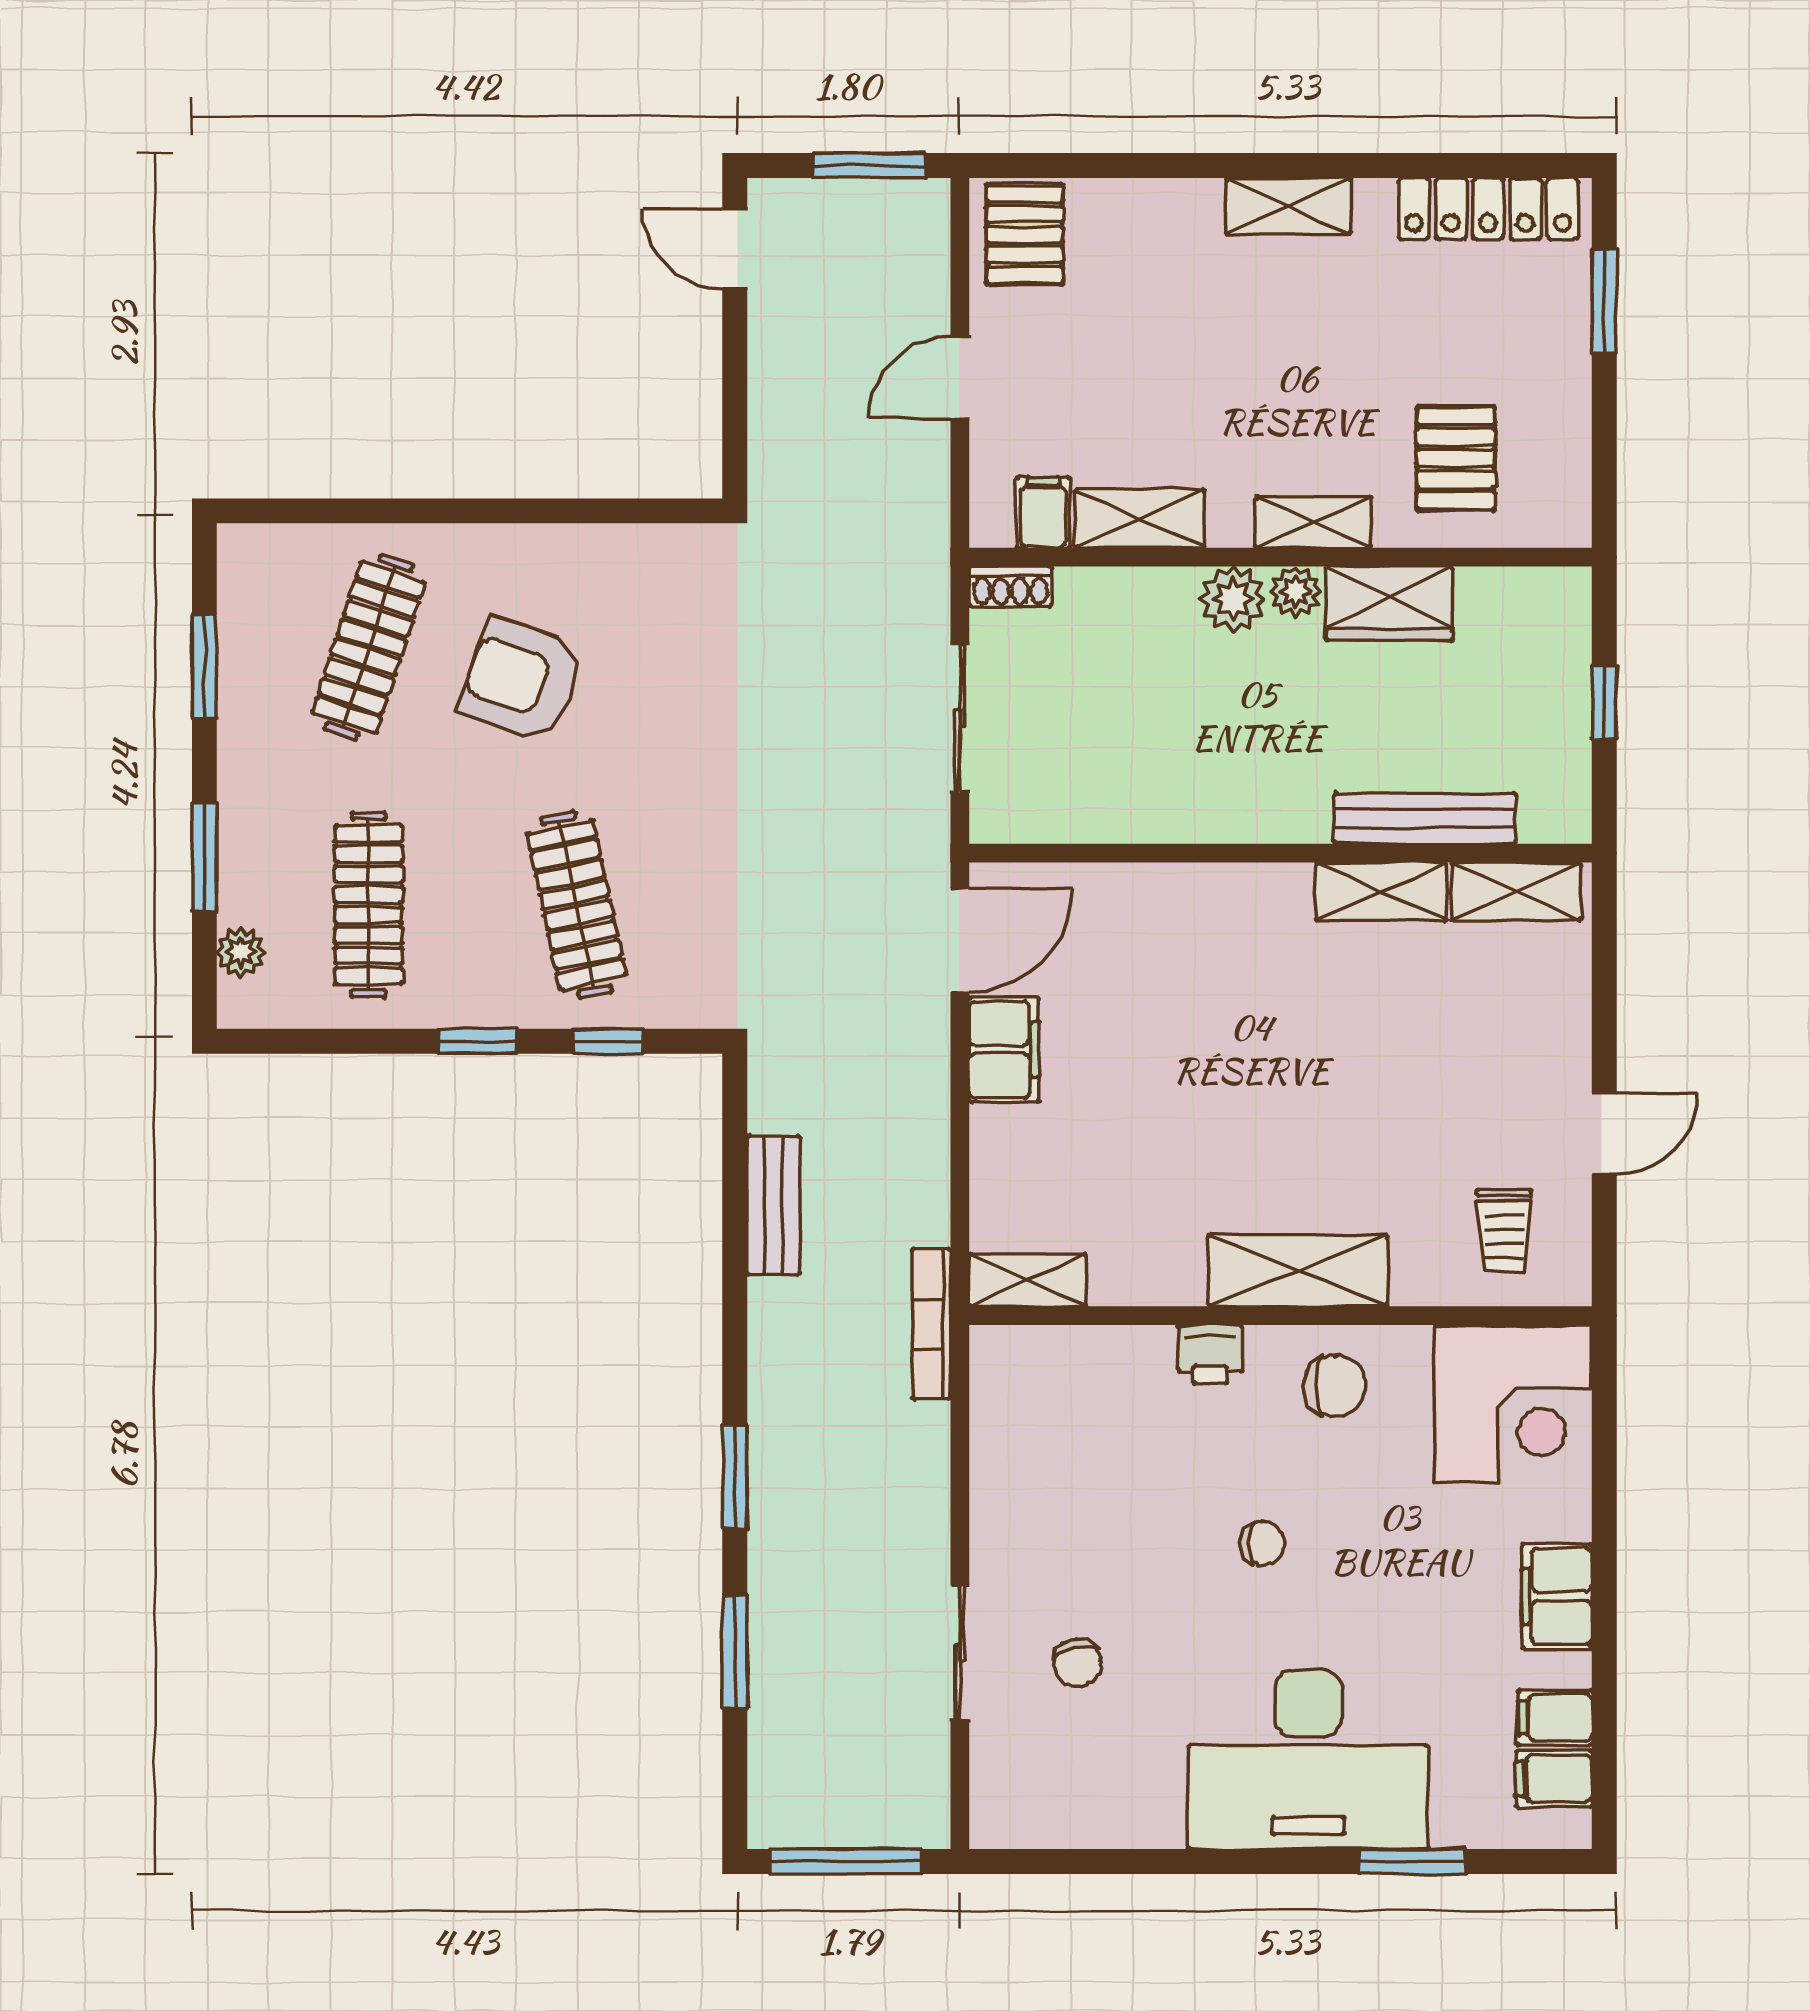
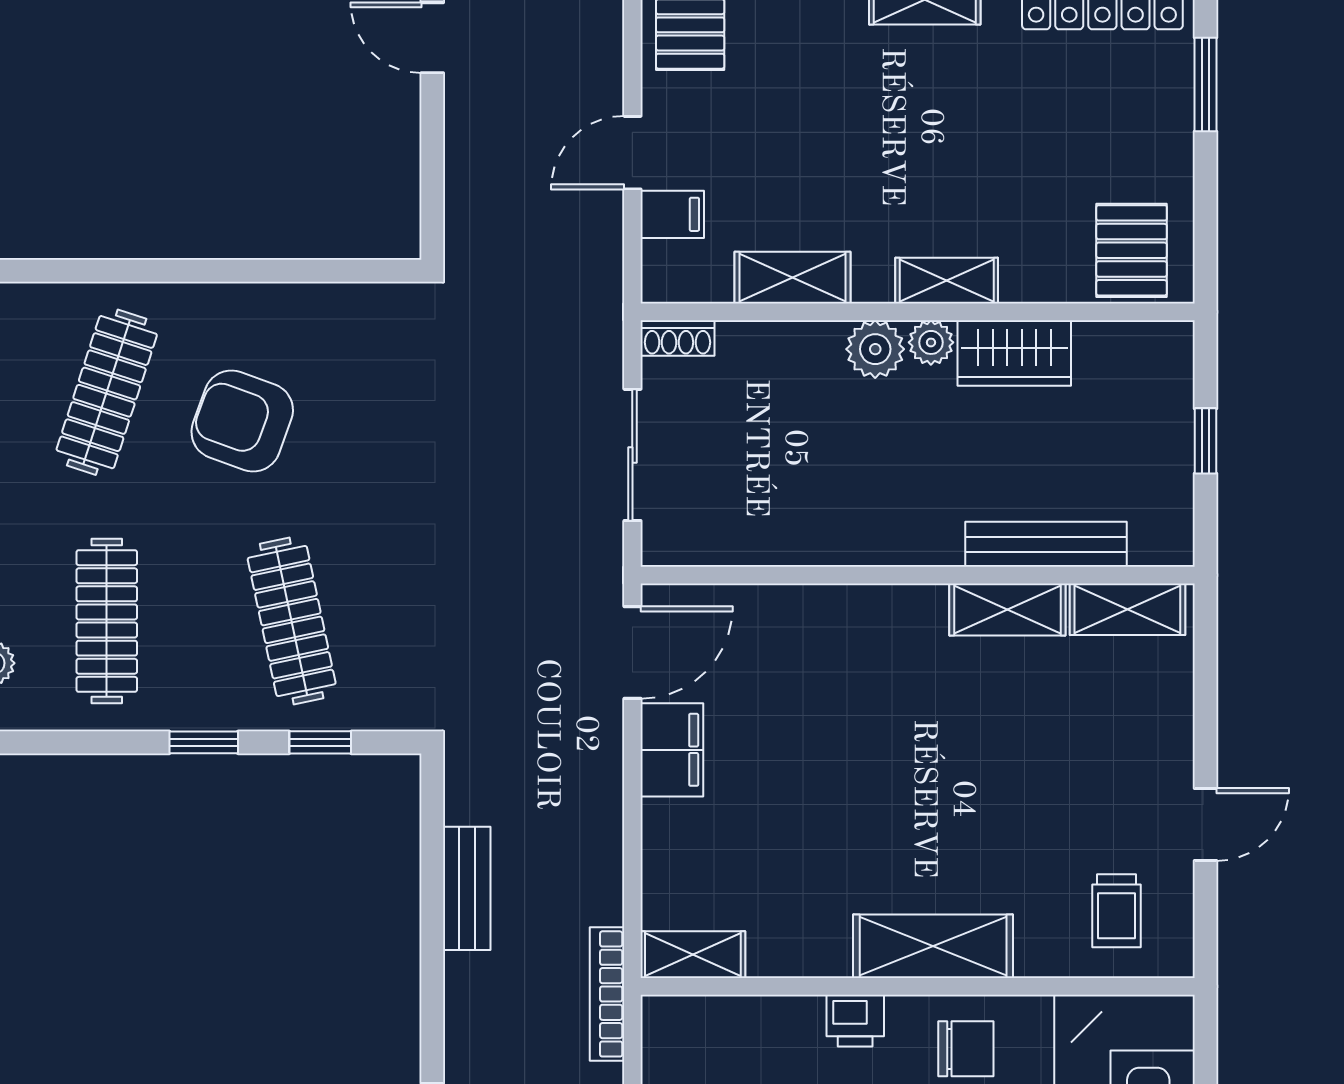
pallet: (1456, 458) -> (1132, 250), moved
filing cabinet: (1043, 512) -> (672, 214), moved, turned 90

